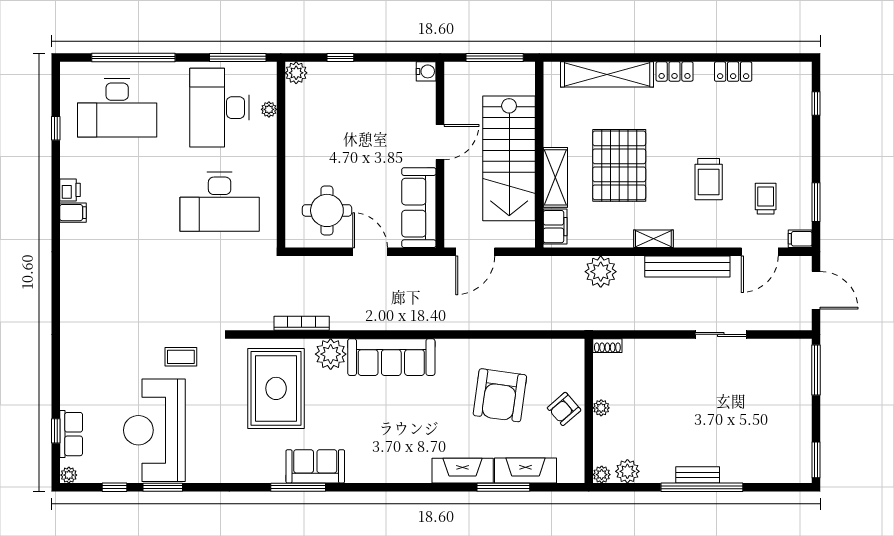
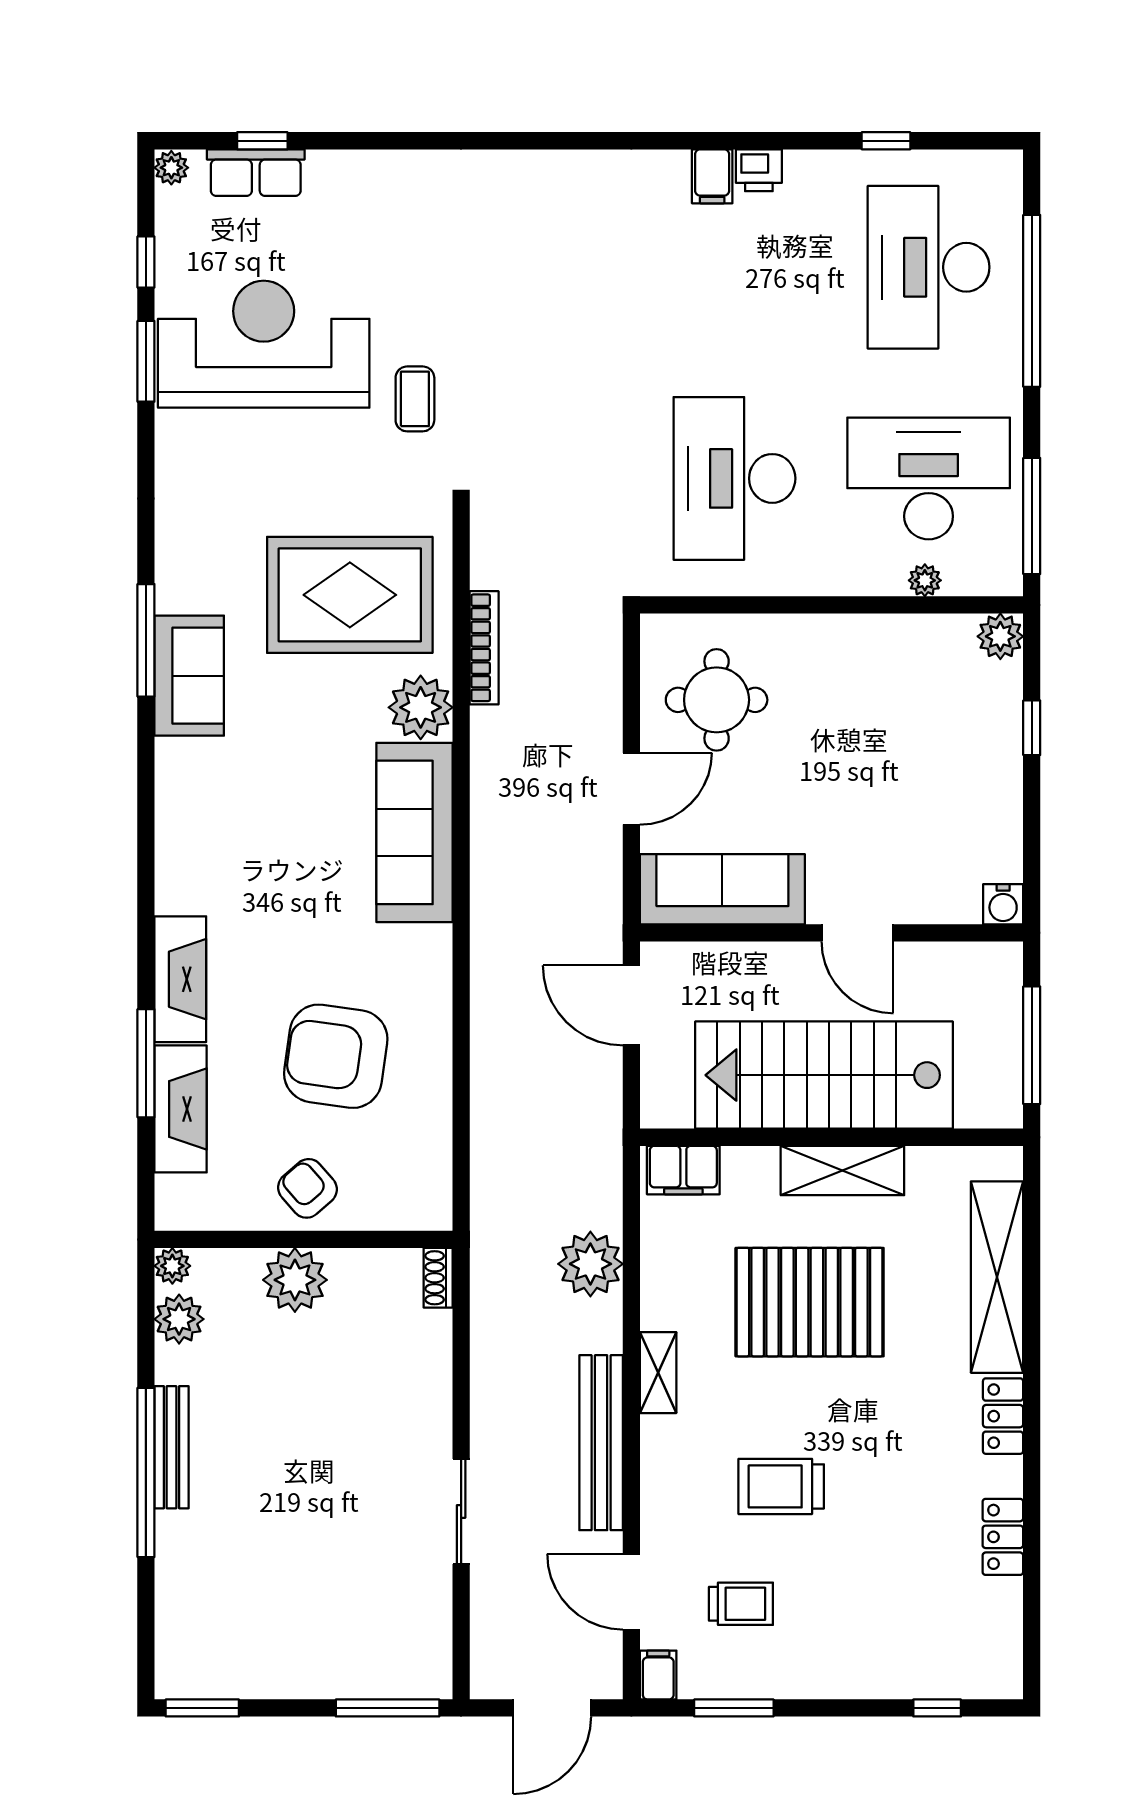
shelving: (555, 177) -> (842, 1170), moved
plant: (601, 408) -> (295, 1280), width x1.87, depth x1.87
bench: (698, 475) -> (172, 1447), width x1.36

